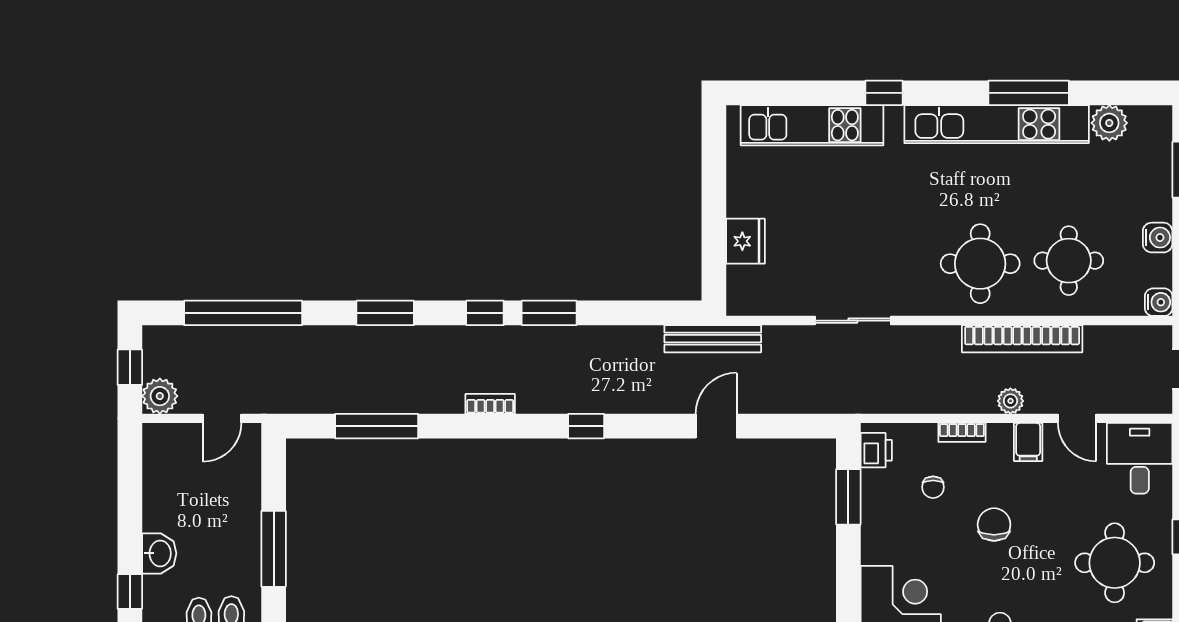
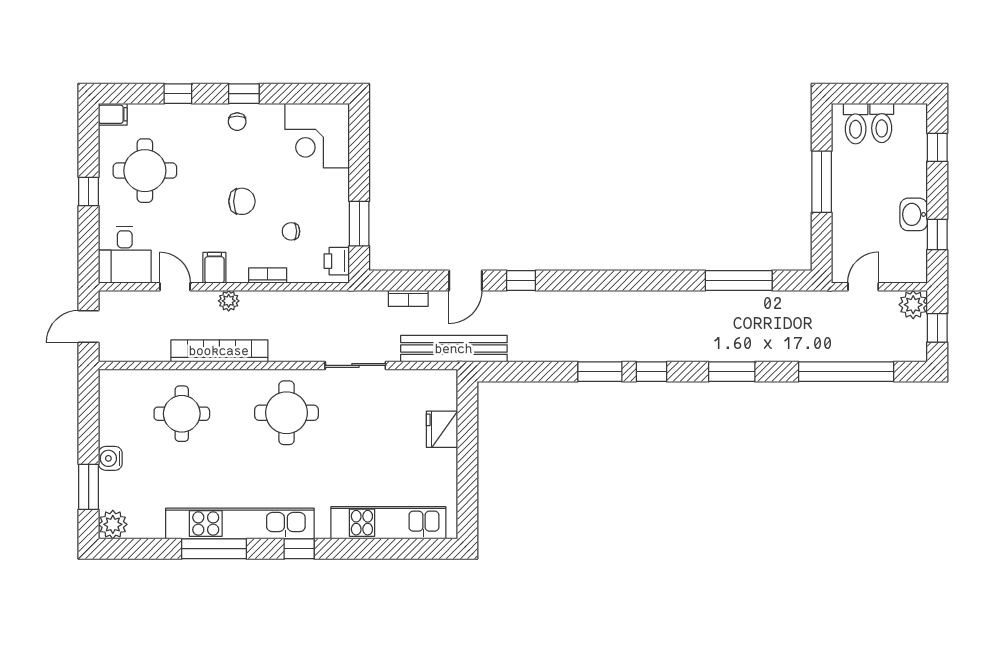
window: (884, 93) -> (299, 549), moved
plant: (1109, 123) -> (113, 524), moved
water cooler: (1158, 238) -> (110, 458), moved
round table: (980, 264) -> (287, 413), moved
water cooler: (1159, 302) -> (109, 380), removed
bench: (713, 339) -> (454, 349), width x1.37, depth x1.21
bookcase: (490, 404) -> (408, 298), moved
window: (586, 426) -> (521, 281), moved
window: (130, 483) -> (937, 235), added
chair: (933, 487) -> (291, 231), turned -90
chair: (994, 525) -> (242, 201), turned -90
washbasin: (159, 553) -> (914, 214), moved

